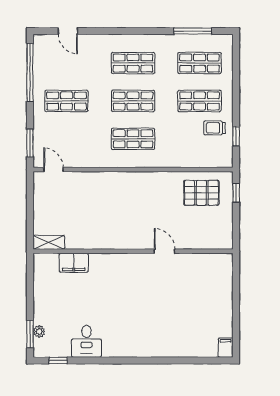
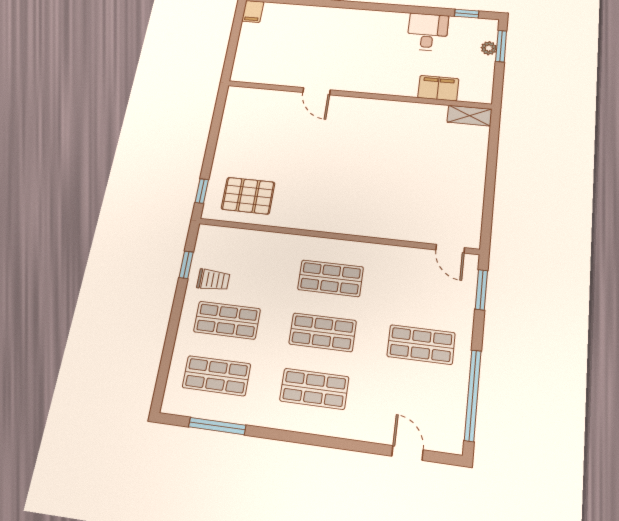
shelving: (49, 242) -> (469, 116), moved
wall: (133, 251) -> (358, 95), moved
door: (164, 251) -> (316, 91), moved
filing cabinet: (74, 263) -> (438, 88), moved

